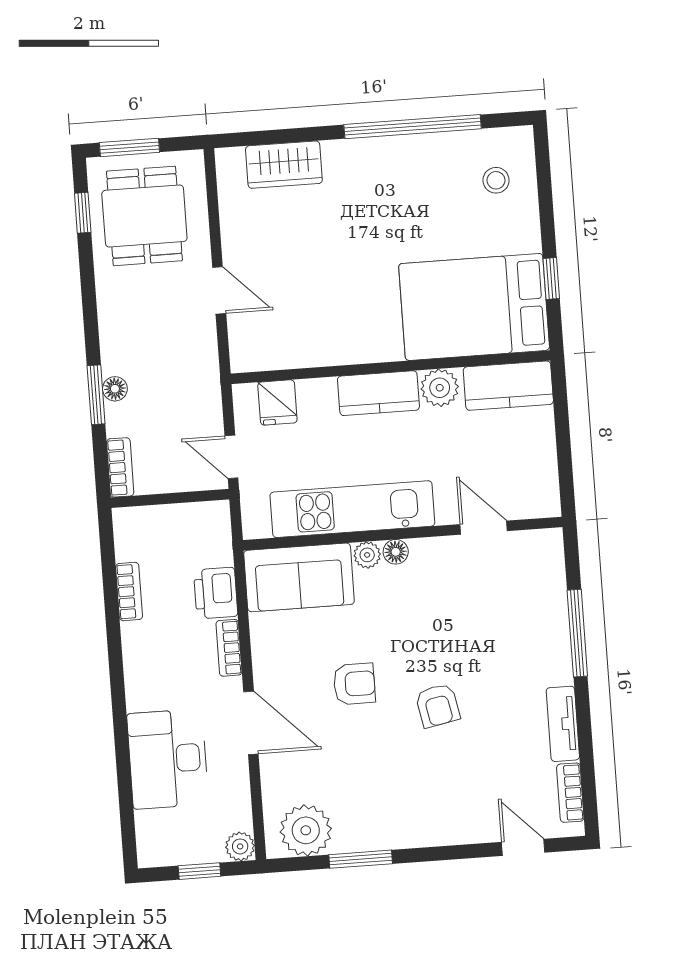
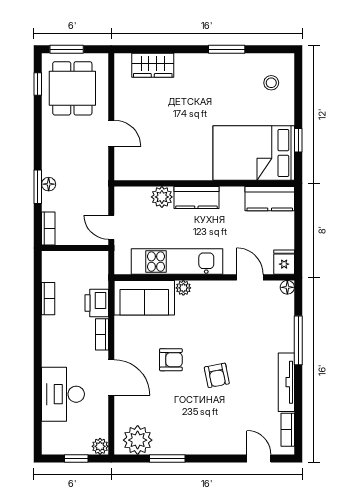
window: (413, 127) -> (227, 49), width x0.47
plant: (440, 388) -> (162, 197), moved
fridge: (277, 402) -> (284, 262), moved, turned 180
floor lamp: (396, 552) -> (287, 287), moved
tv unit: (563, 724) -> (286, 382), width x1.41

